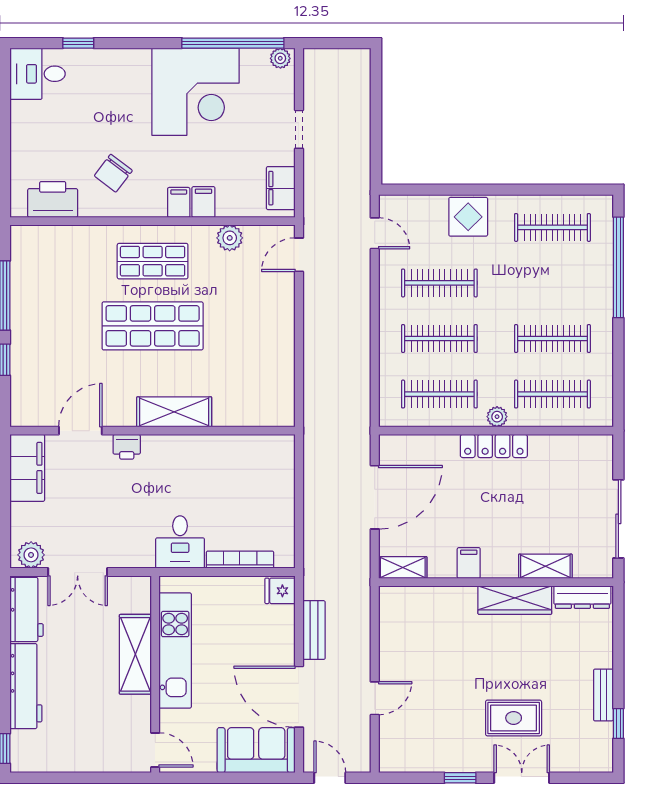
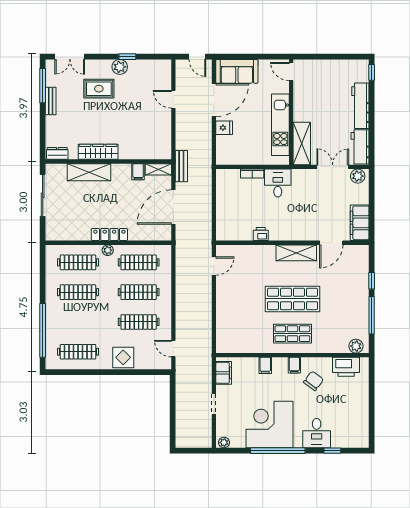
window: (233, 43) -> (278, 451), moved
desk: (38, 74) -> (317, 433), moved, turned 90
filing cabinet: (179, 202) -> (294, 365), moved
plant: (230, 238) -> (356, 346), moved
door: (299, 255) -> (214, 266), moved
shelving: (174, 412) -> (296, 253), moved
printer: (127, 447) -> (261, 234), moved
bookcase: (240, 560) -> (252, 174), width x0.64
filing cabinet: (469, 563) -> (138, 172), moved
shelving: (545, 566) -> (89, 172), width x1.50, depth x1.33
fridge: (280, 591) -> (224, 128), moved
dresser: (582, 597) -> (57, 153), width x0.70
bench: (314, 630) -> (181, 166), moved
shelving: (135, 654) -> (302, 143), moved
door: (299, 697) -> (214, 100), hinge flipped
door: (375, 698) -> (173, 99), hinge flipped
window: (618, 724) -> (43, 86), width x2.17
plant: (475, 759) -> (120, 67), added
double door: (522, 778) -> (70, 57), moved

